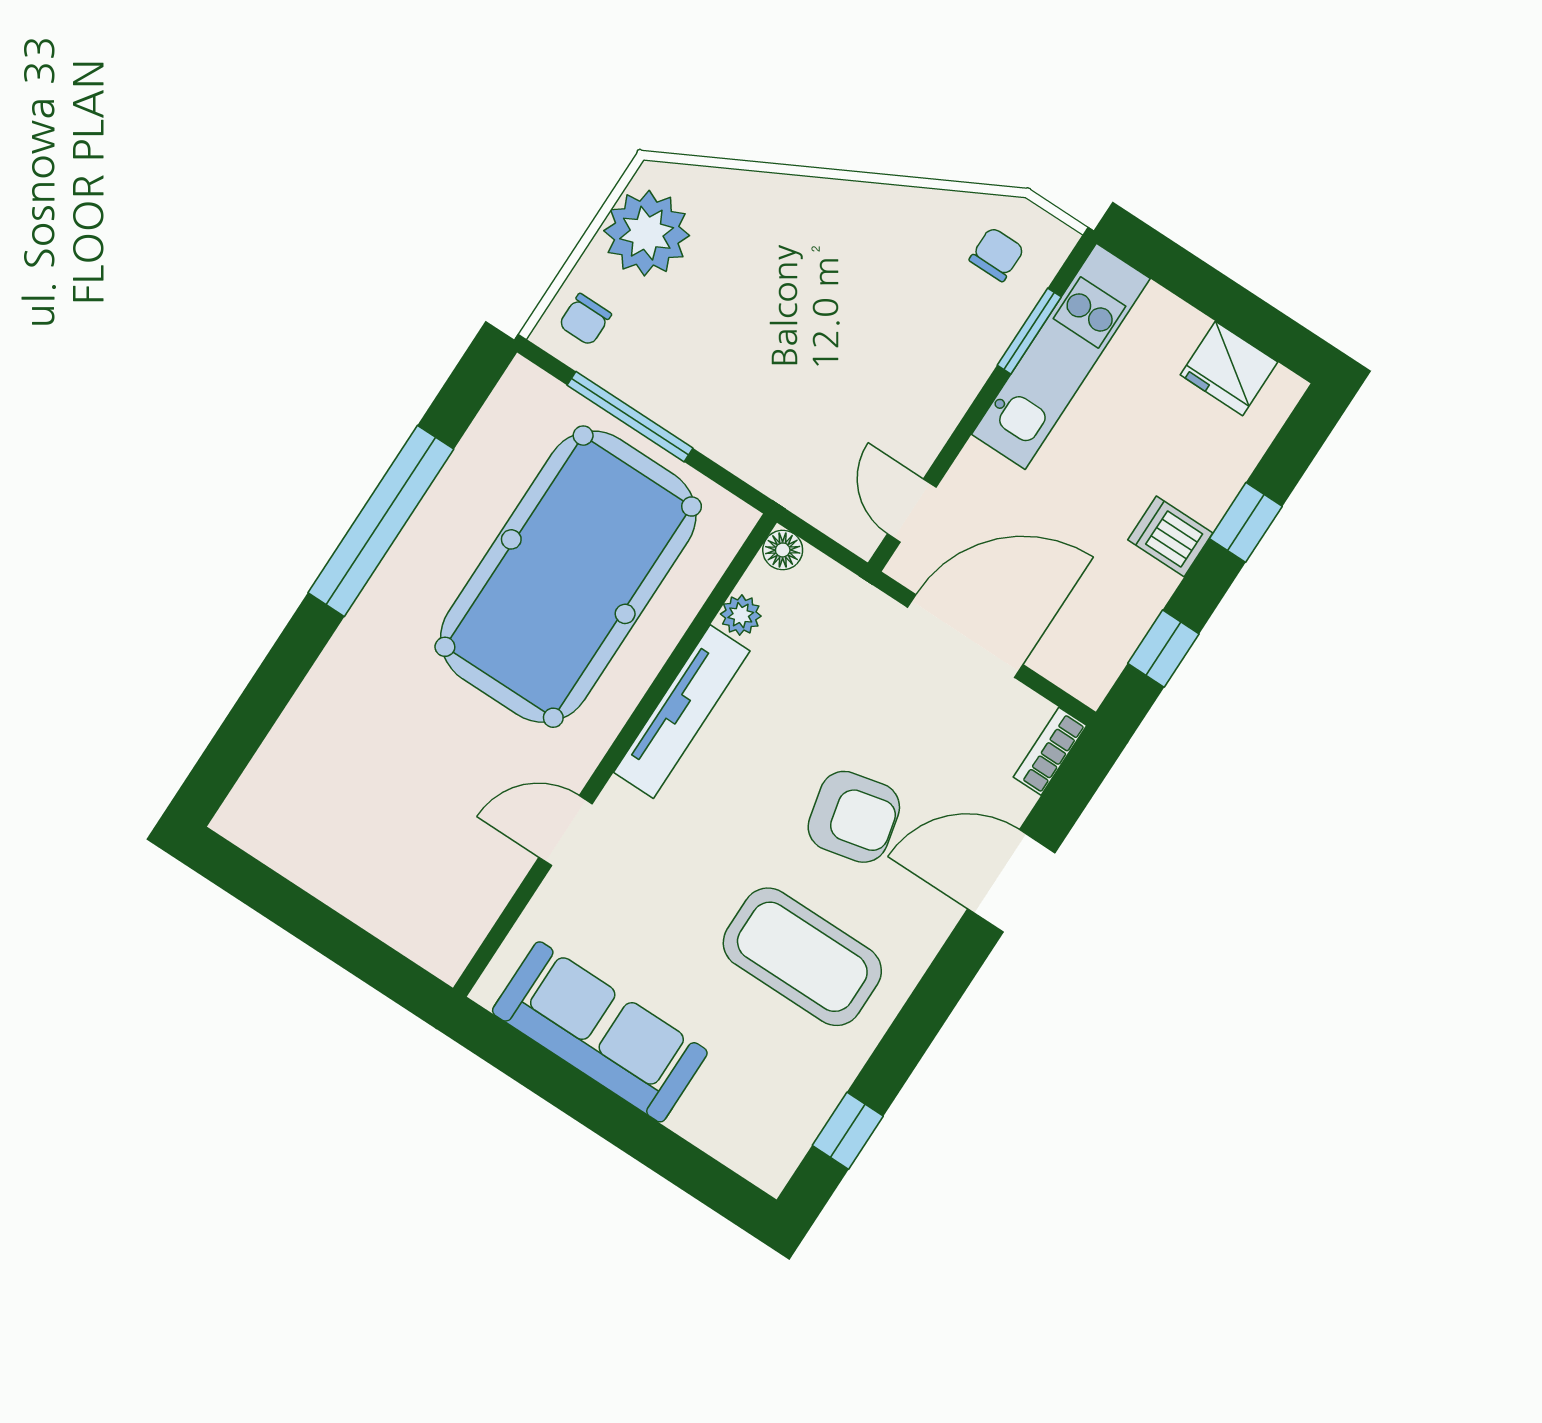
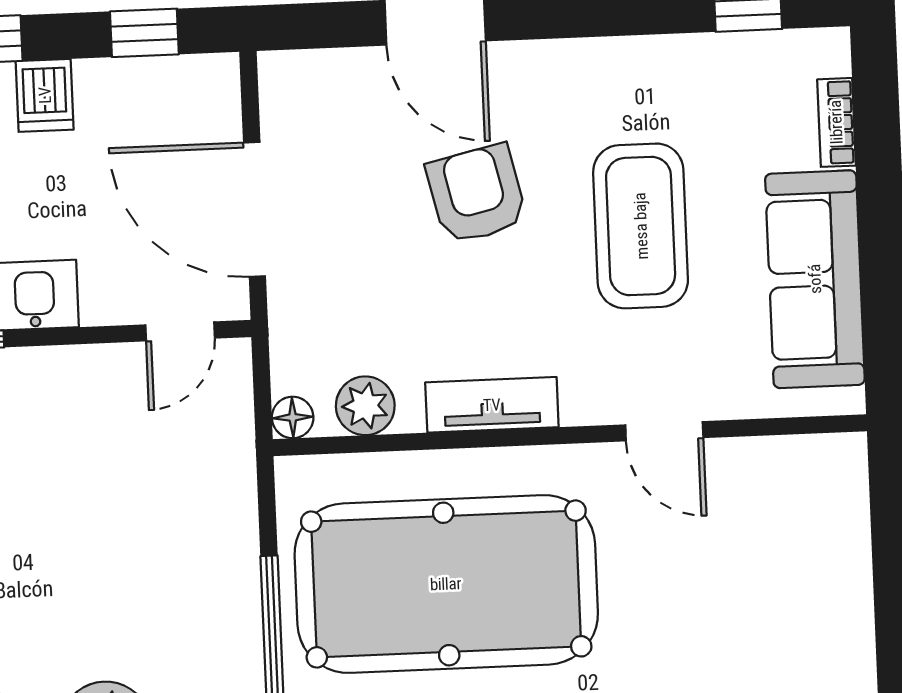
plant: (741, 615) -> (365, 406), width x1.38, depth x1.38
tv unit: (682, 712) -> (492, 405), width x0.71
bookcase: (1050, 751) -> (836, 122), moved, turned 90
coffee table: (802, 957) -> (641, 226), moved

